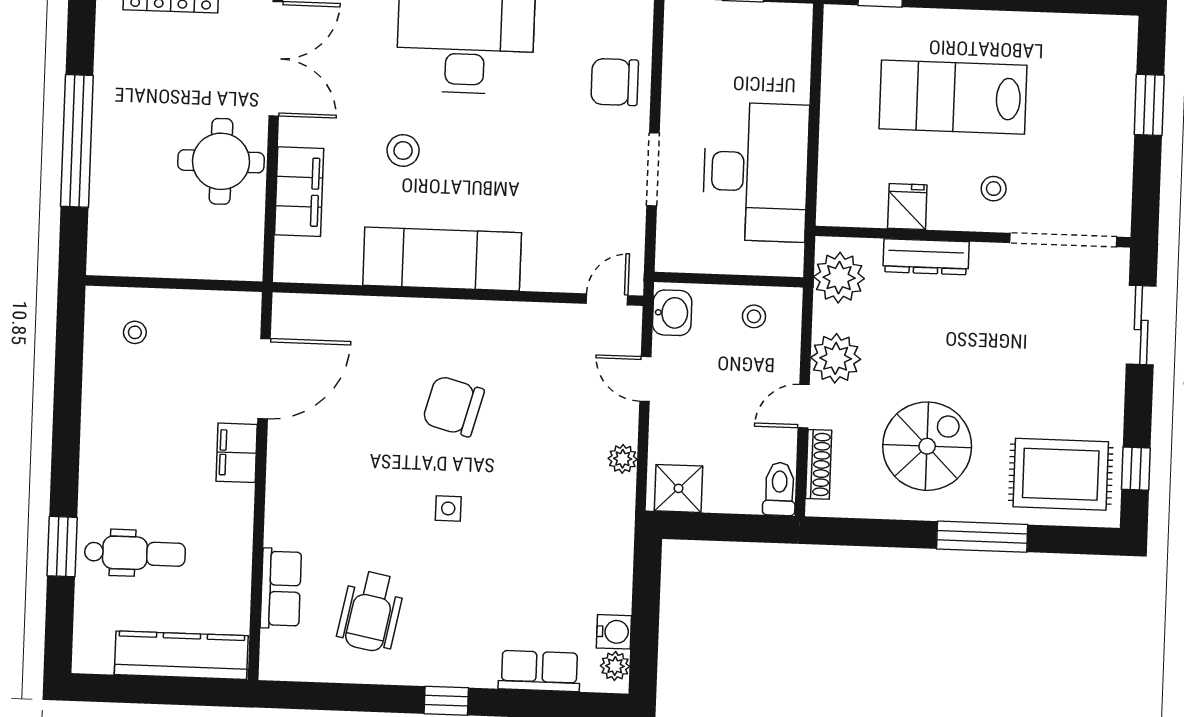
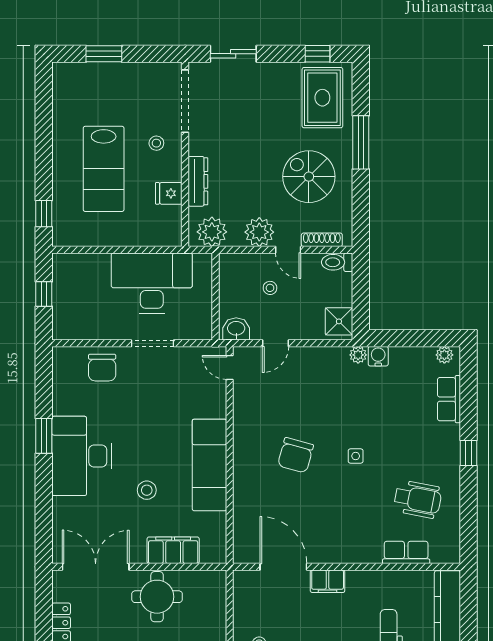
stool: (754, 316) -> (270, 288), moved
plant: (623, 459) -> (358, 355), moved
water cooler: (614, 632) -> (378, 356), moved

